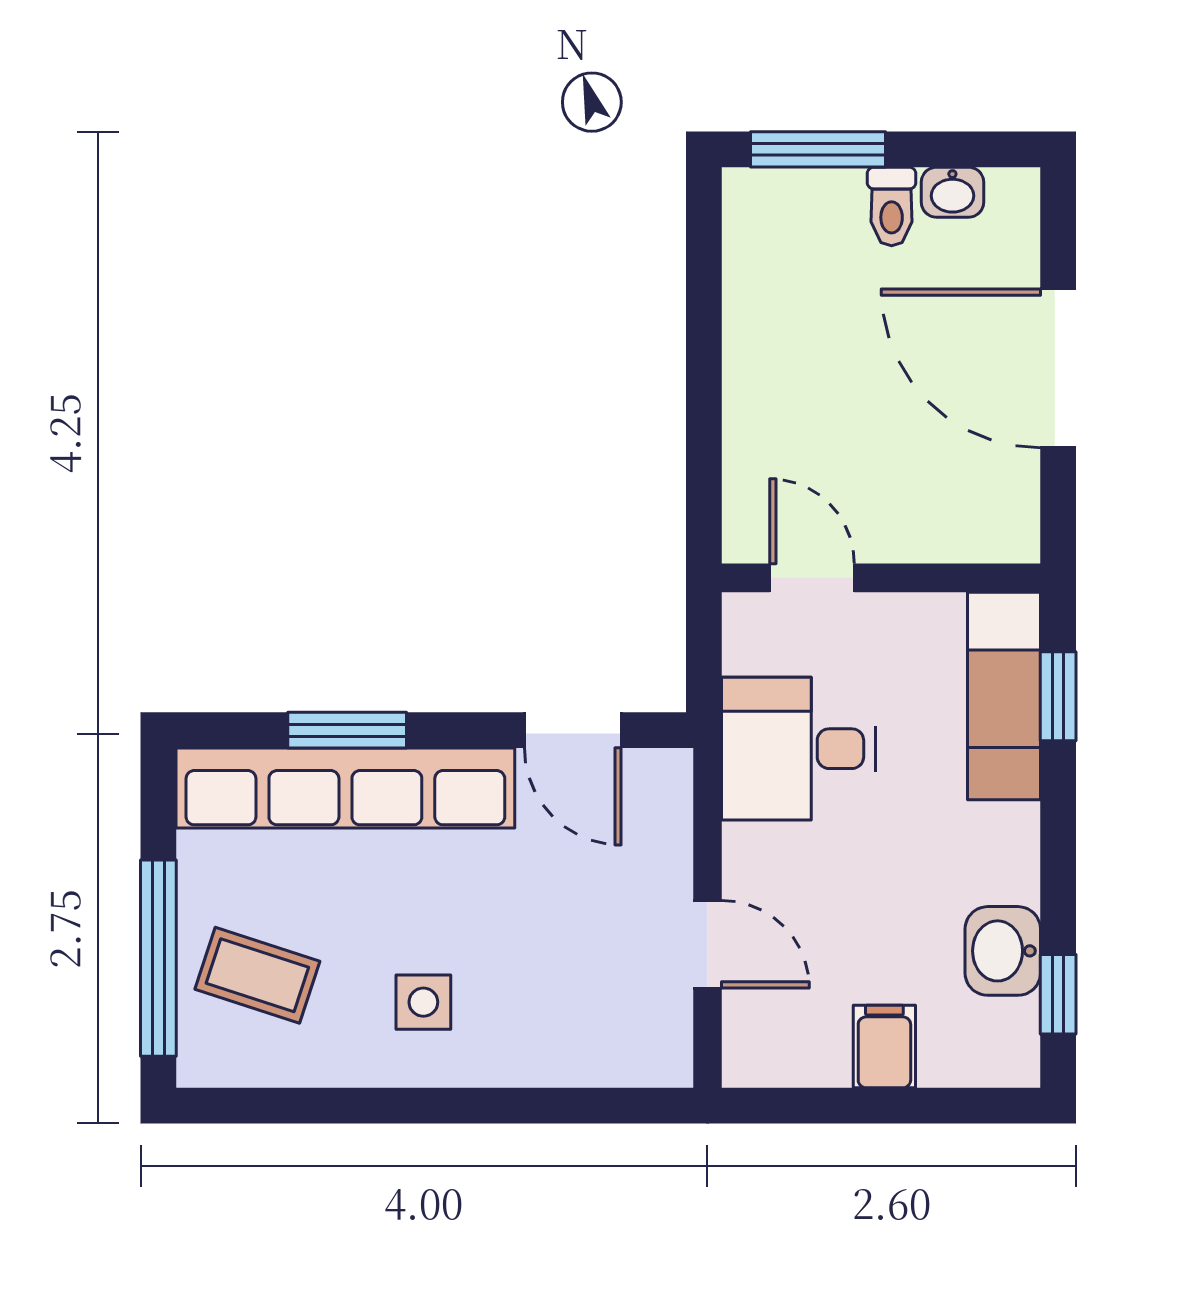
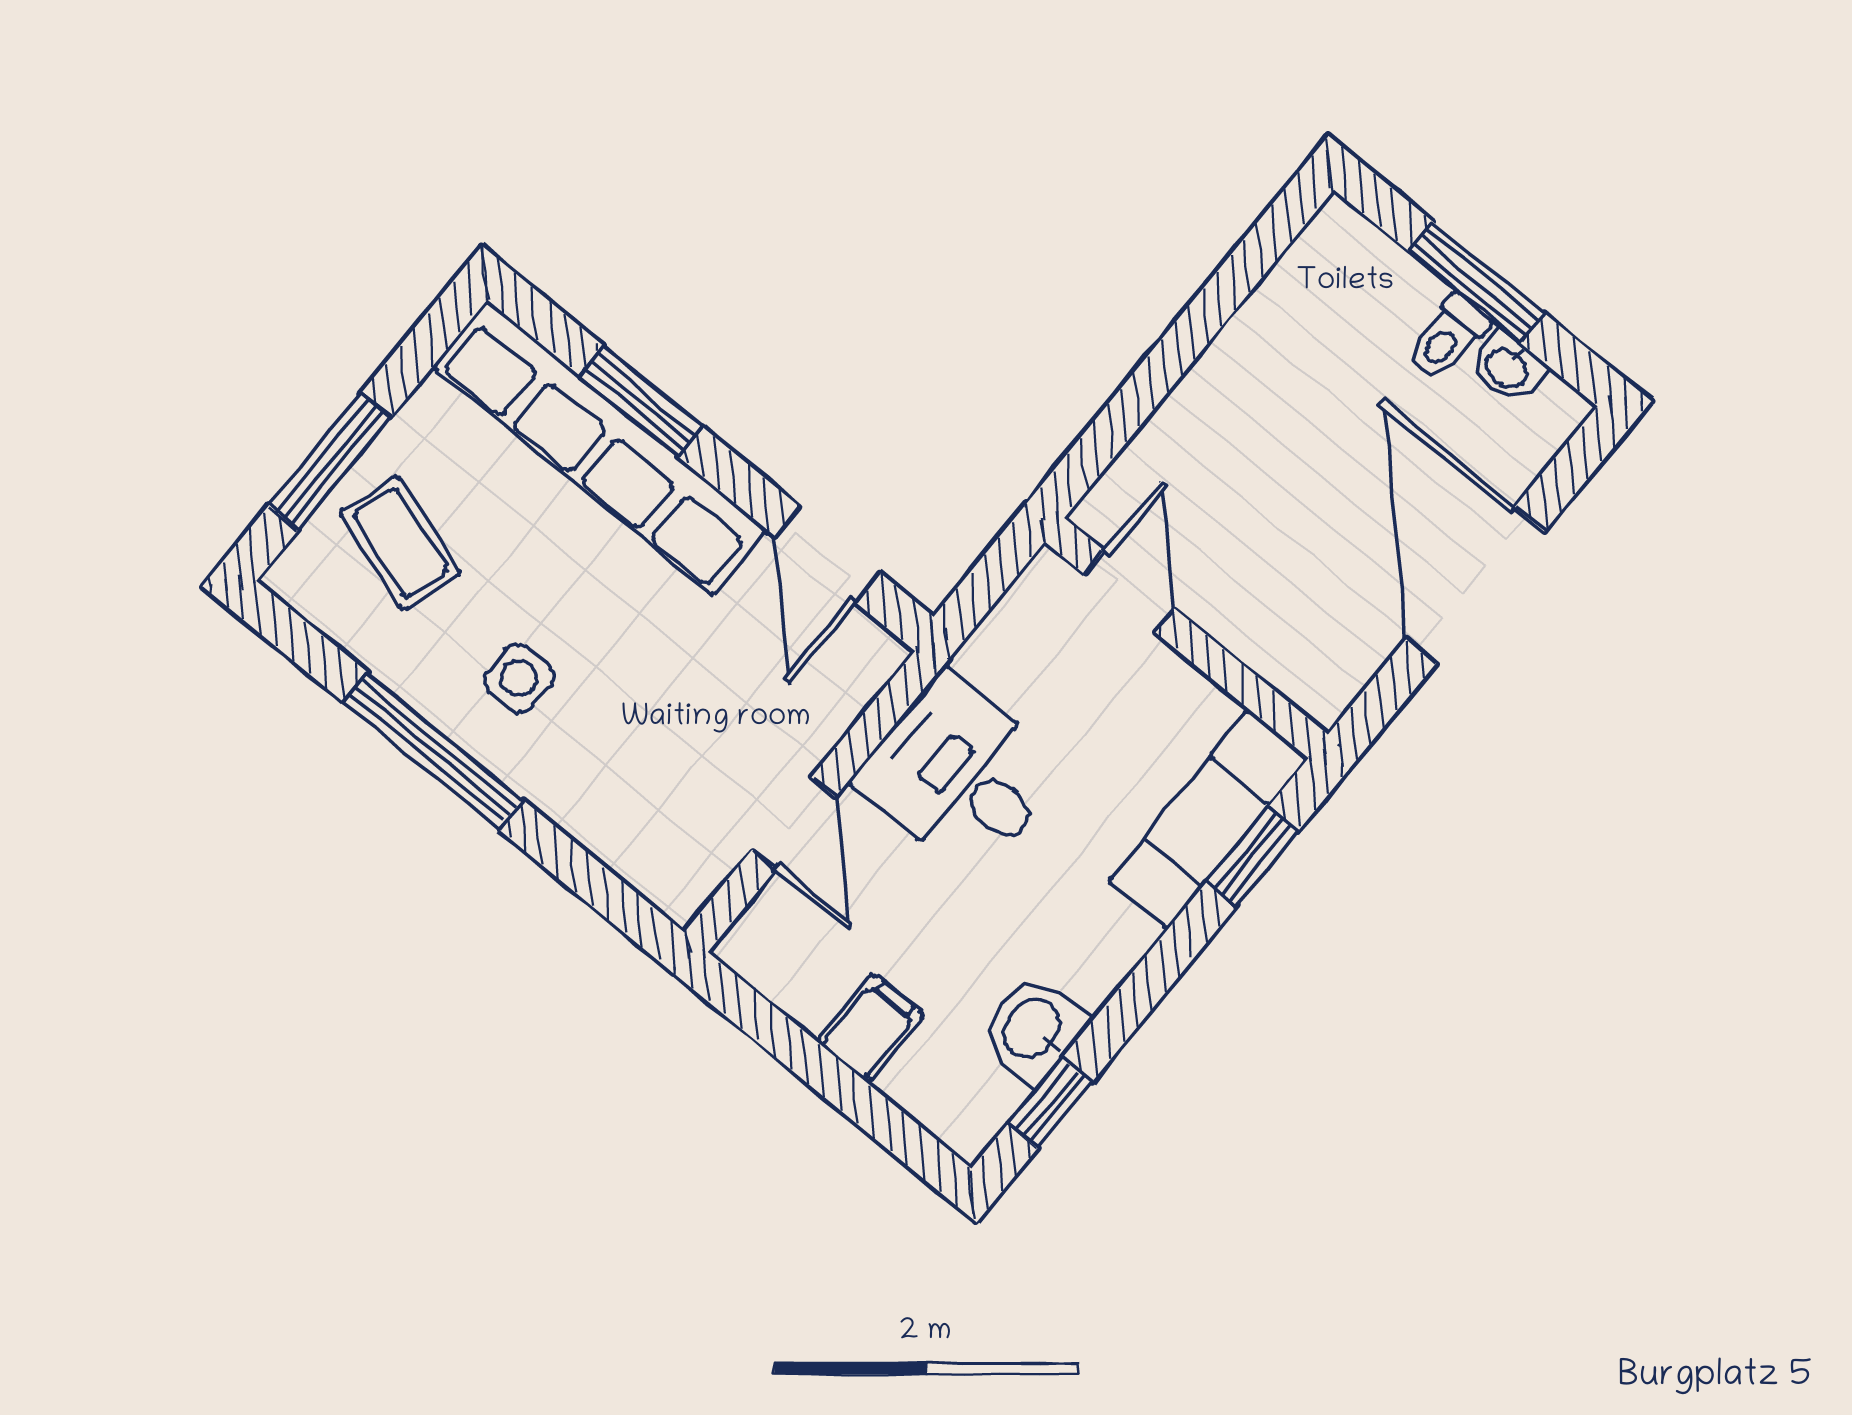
window: (818, 149) -> (1476, 282), moved
desk: (799, 749) -> (960, 775), moved
window: (158, 958) -> (330, 461), width x0.69
window: (404, 1106) -> (433, 751), added

